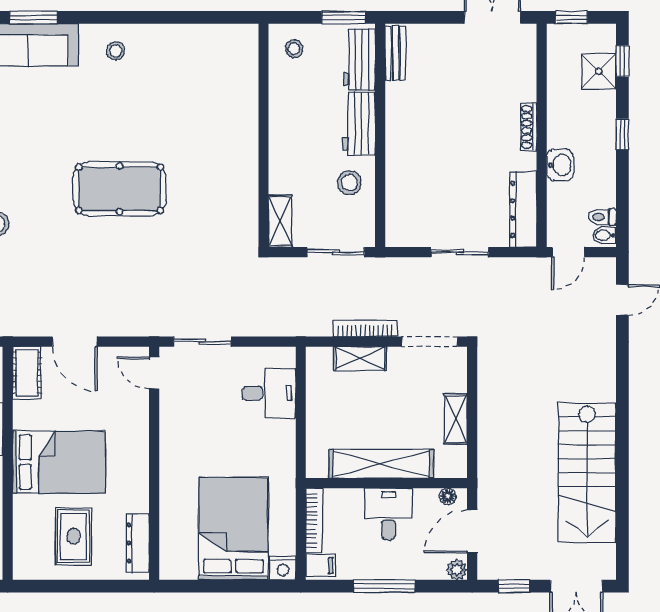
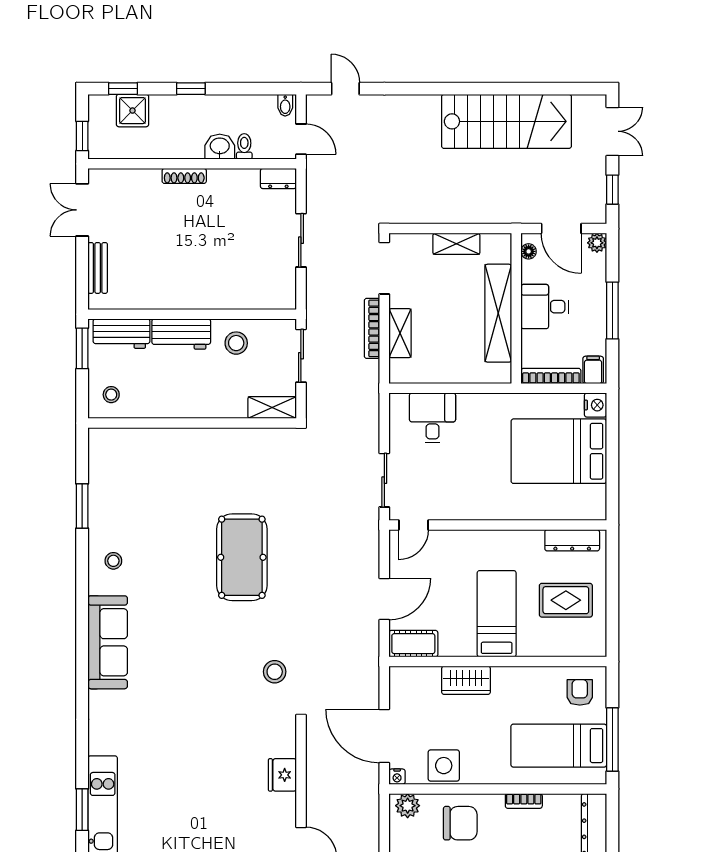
window: (34, 17) -> (82, 506), moved
bench: (396, 53) -> (98, 268), moved, turned 90
dresser: (523, 209) -> (278, 179), width x0.51, depth x0.80
toilet: (602, 217) -> (244, 146), moved, turned 180
bed: (59, 462) -> (497, 614), width x0.67

